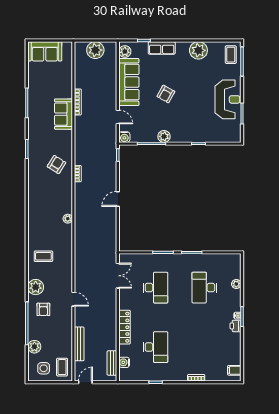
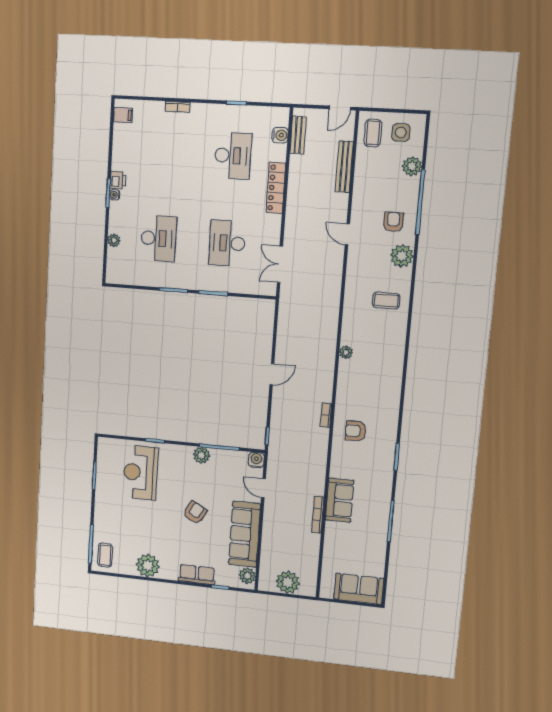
reception desk: (227, 99) -> (141, 473), moved
armchair: (56, 164) -> (356, 431), turned 58
desk: (156, 347) -> (233, 156), turned 180

